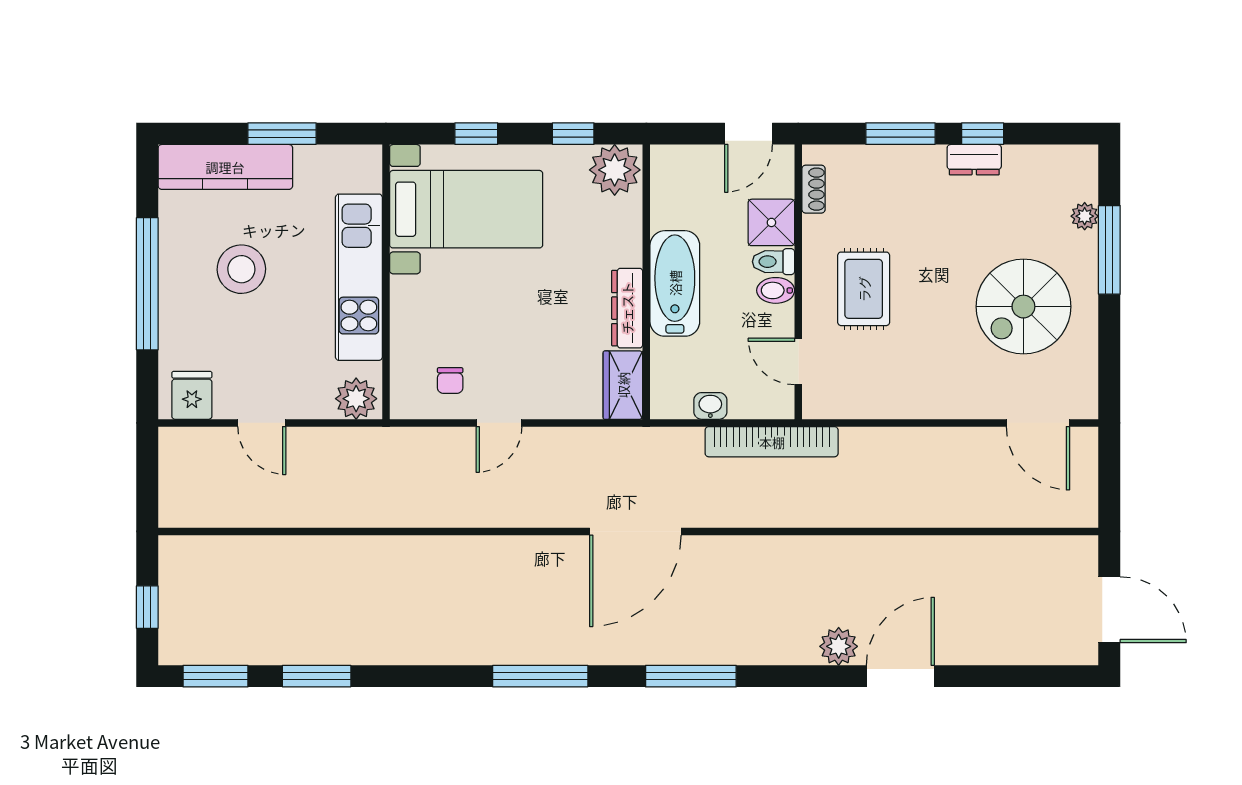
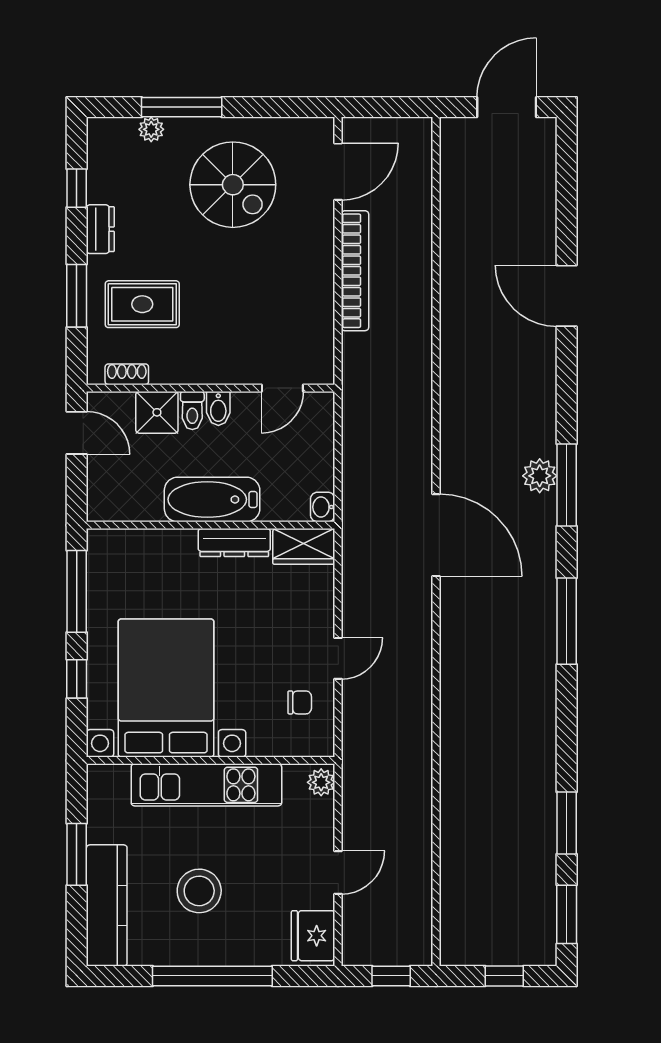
window: (573, 134) -> (77, 591), width x2.17
window: (983, 134) -> (77, 188), moved
plant: (615, 170) -> (109, 554), removed
bed with nightstands: (466, 209) -> (166, 688), width x1.36
rug: (864, 289) -> (142, 304), moved
fridge: (192, 395) -> (313, 936), width x1.38
plant: (356, 399) -> (321, 782), width x0.73, depth x0.73
washbasin: (710, 406) -> (323, 507), moved
door: (499, 423) -> (338, 658), hinge flipped
bookcase: (772, 442) -> (355, 271), moved
window: (147, 482) -> (391, 976), added
plant: (839, 646) -> (540, 476), moved

